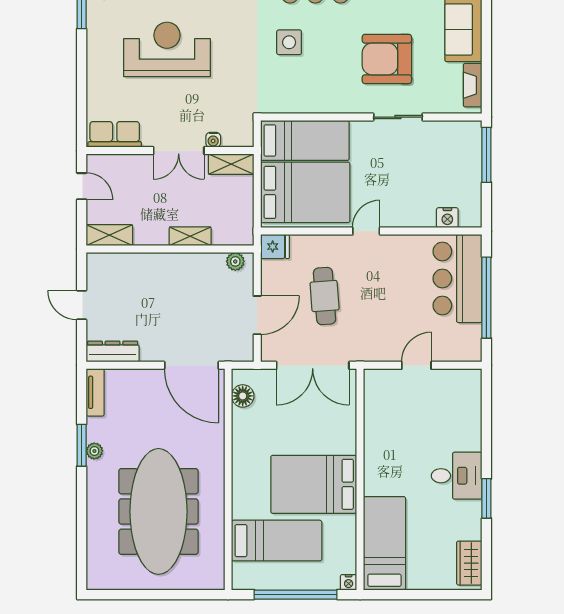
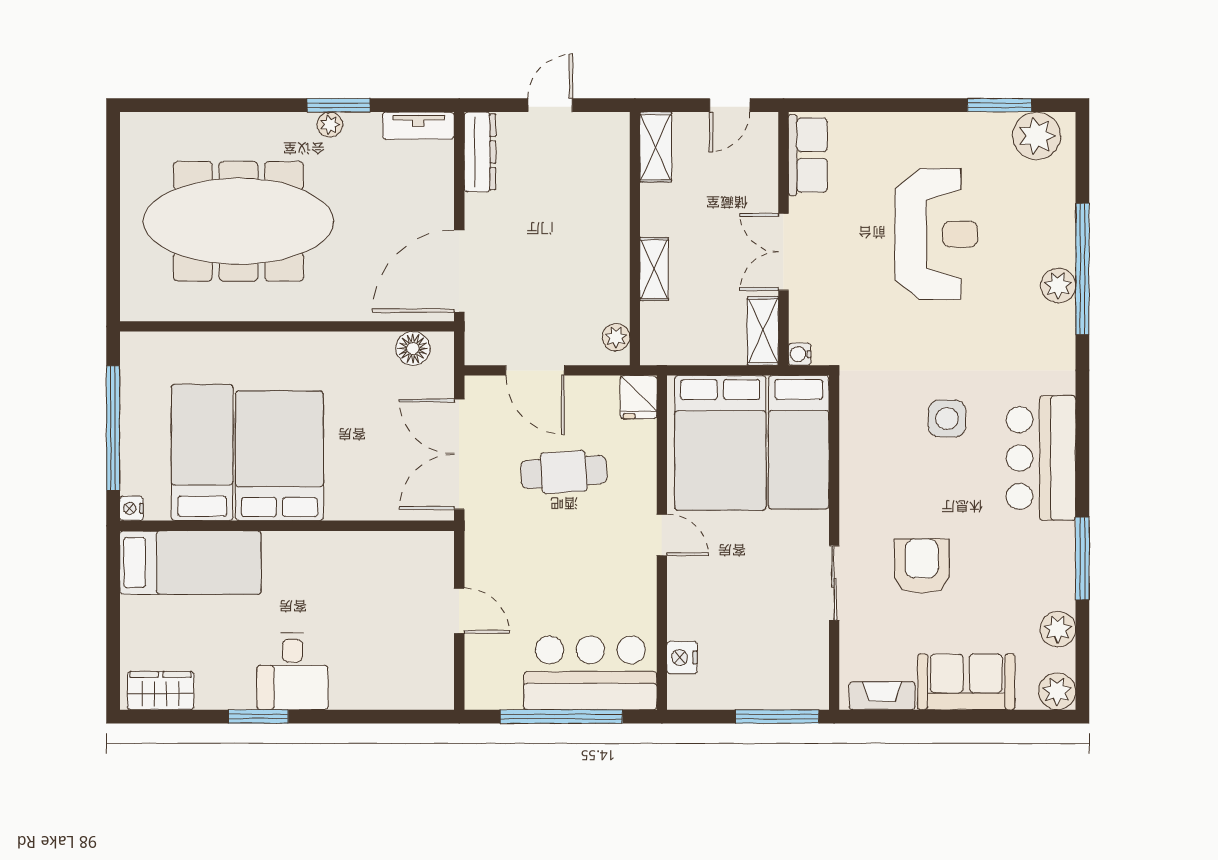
armchair: (387, 59) -> (922, 566), width x0.73, depth x0.73
water cooler: (213, 140) -> (800, 354), moved
bed: (277, 541) -> (202, 452), moved, turned 180

